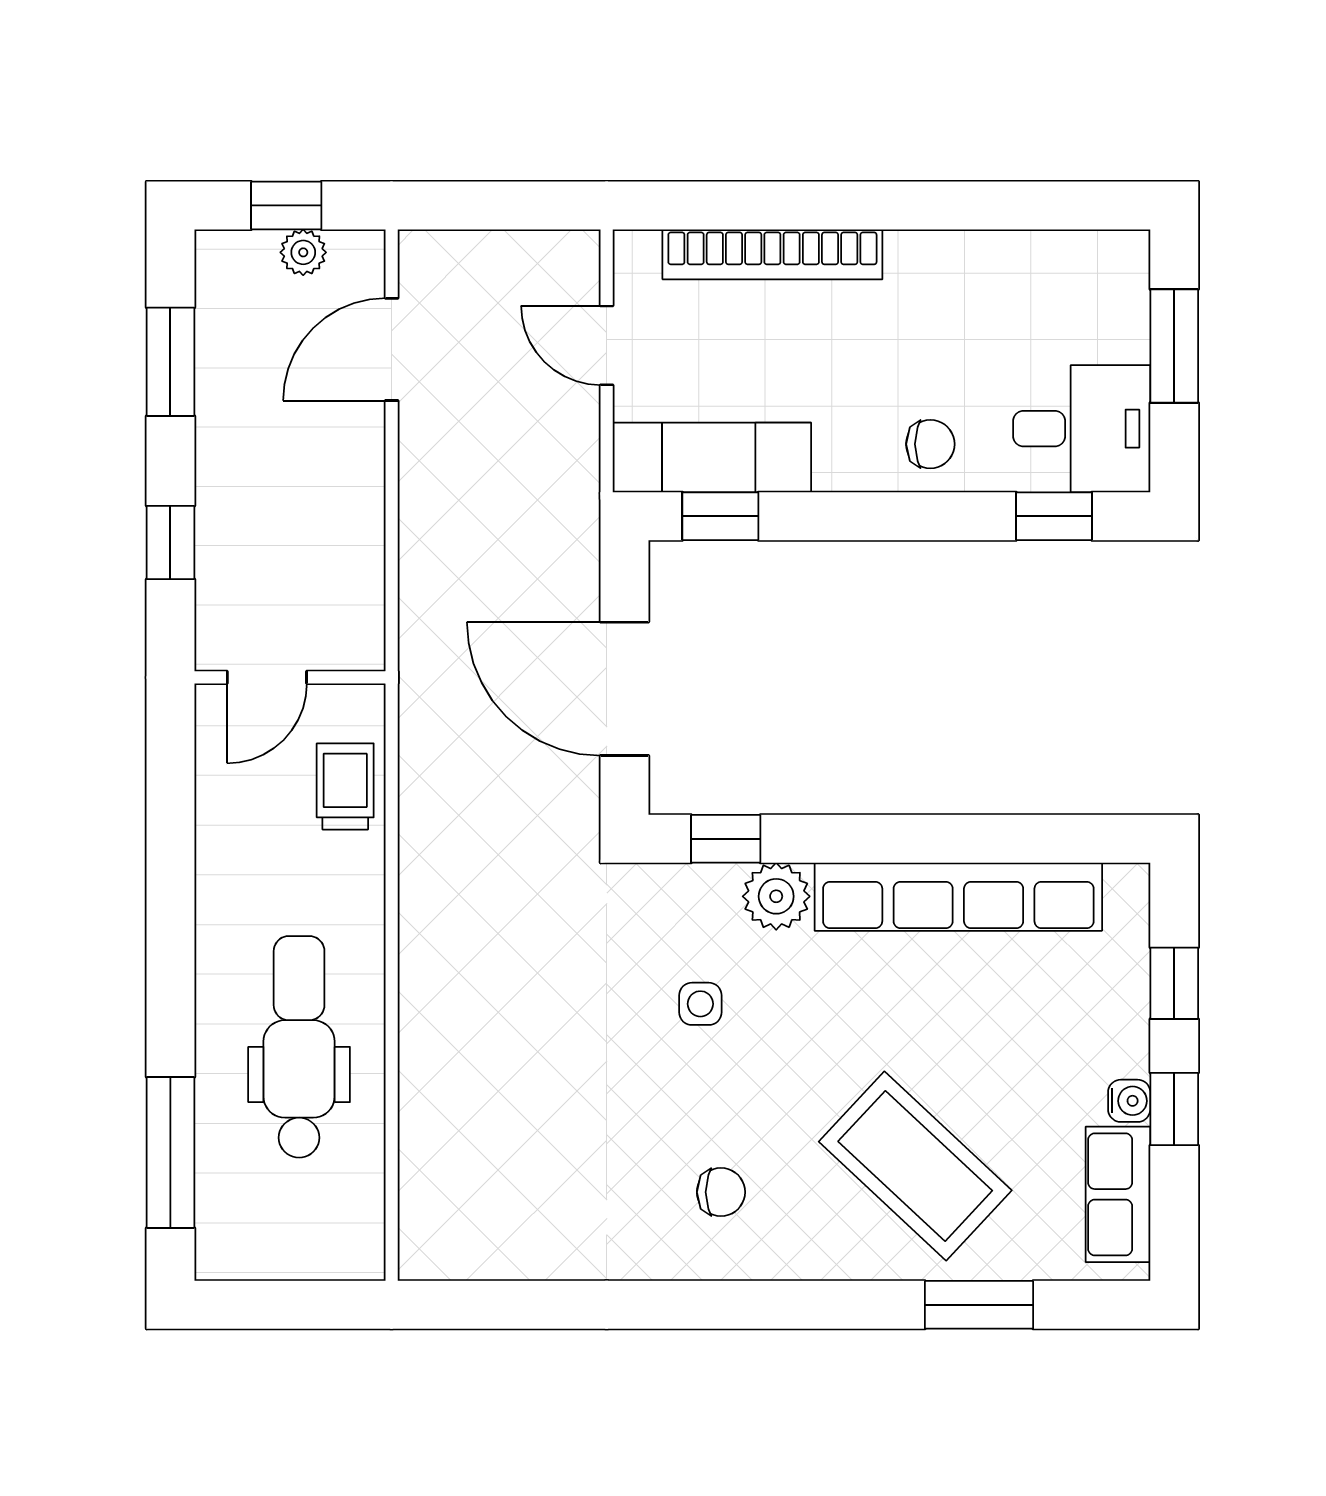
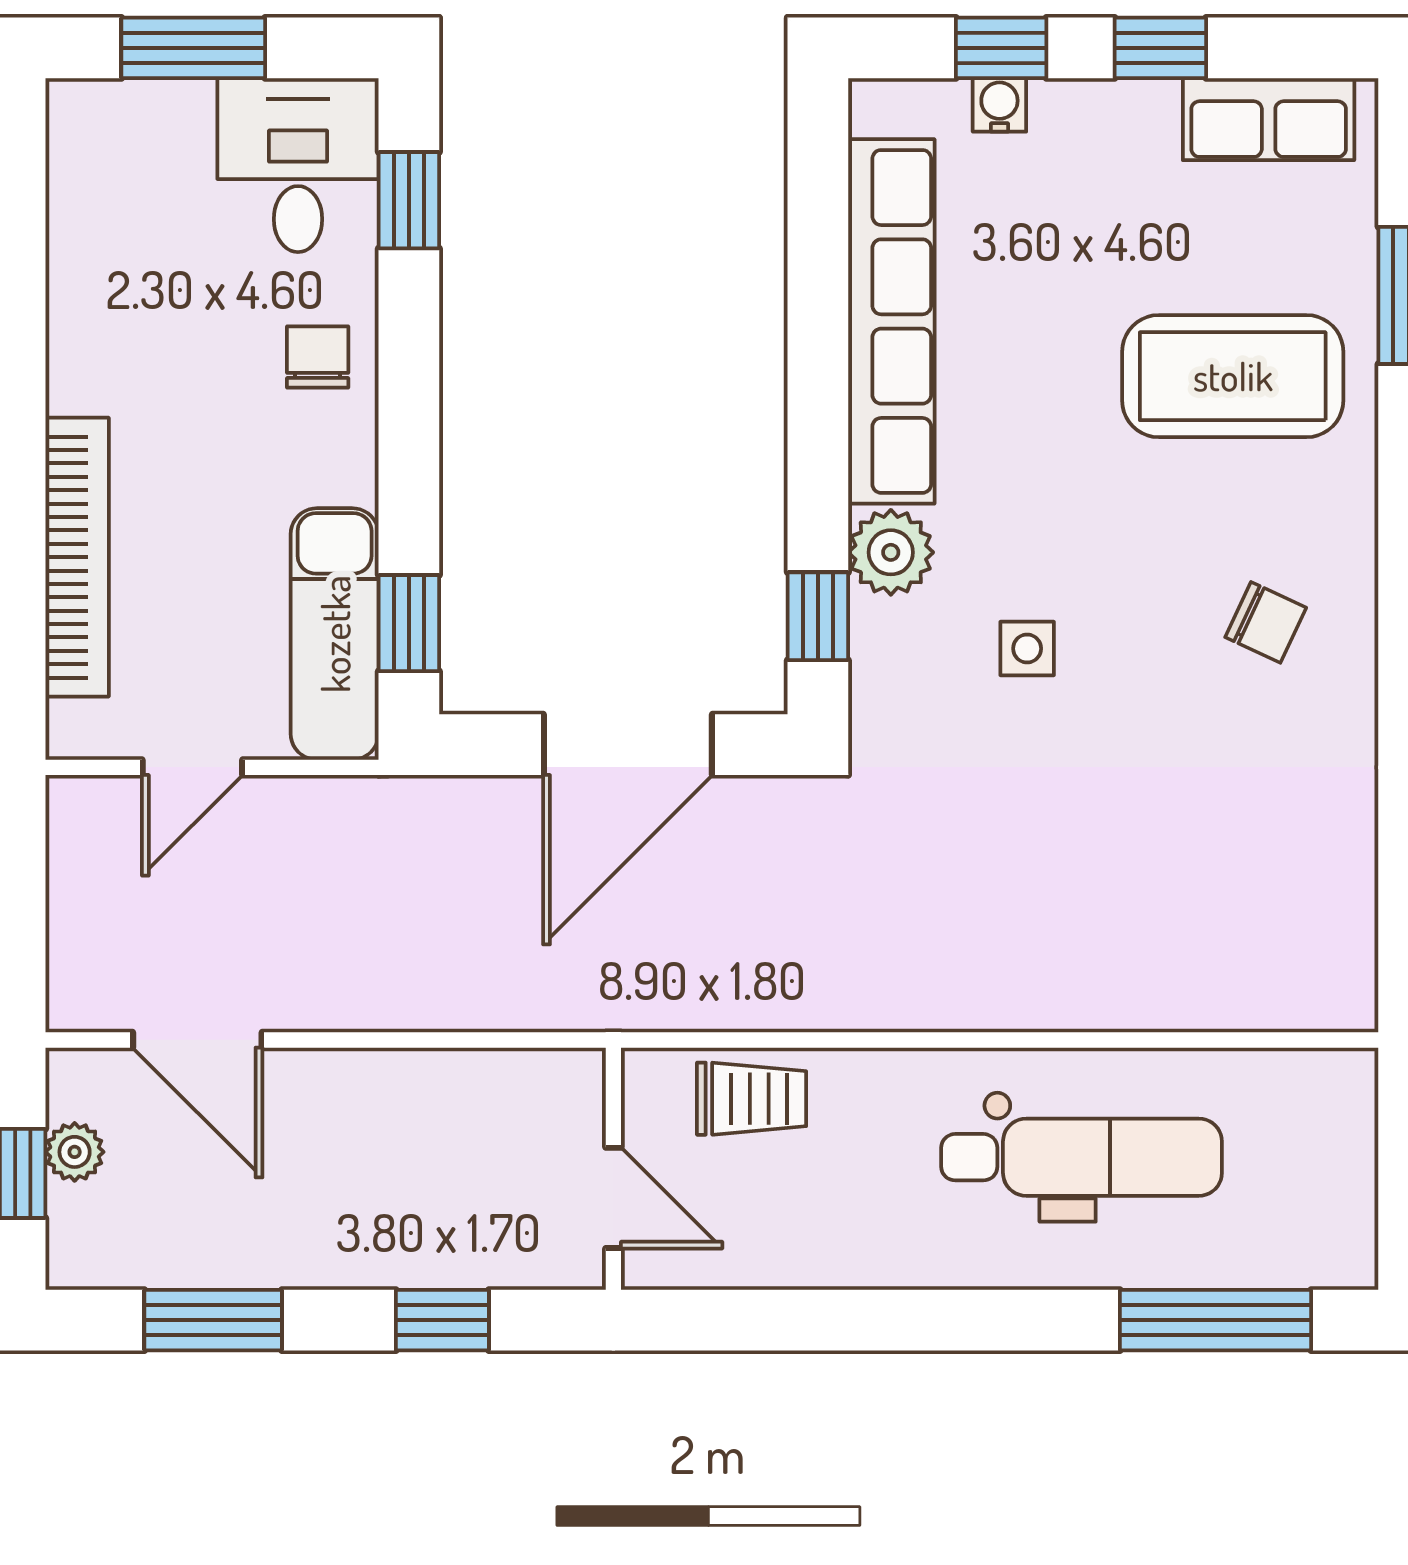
trolley: (345, 786) -> (752, 1099), turned 180
dental chair: (299, 1047) -> (1082, 1157), turned 180
water cooler: (1129, 1101) -> (999, 105), moved
coffee table: (915, 1166) -> (1233, 376), turned 47
chair: (721, 1192) -> (1266, 622), turned 115

